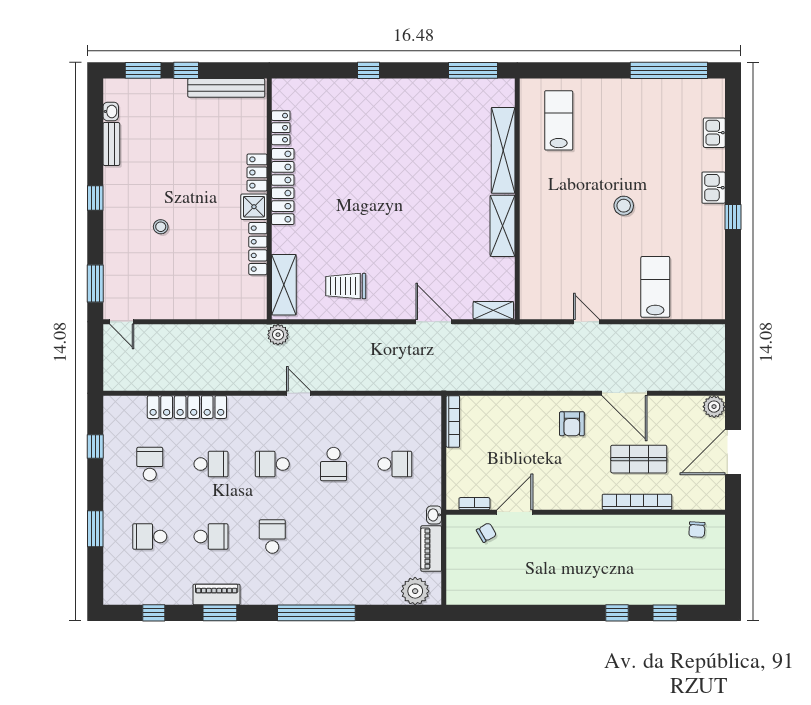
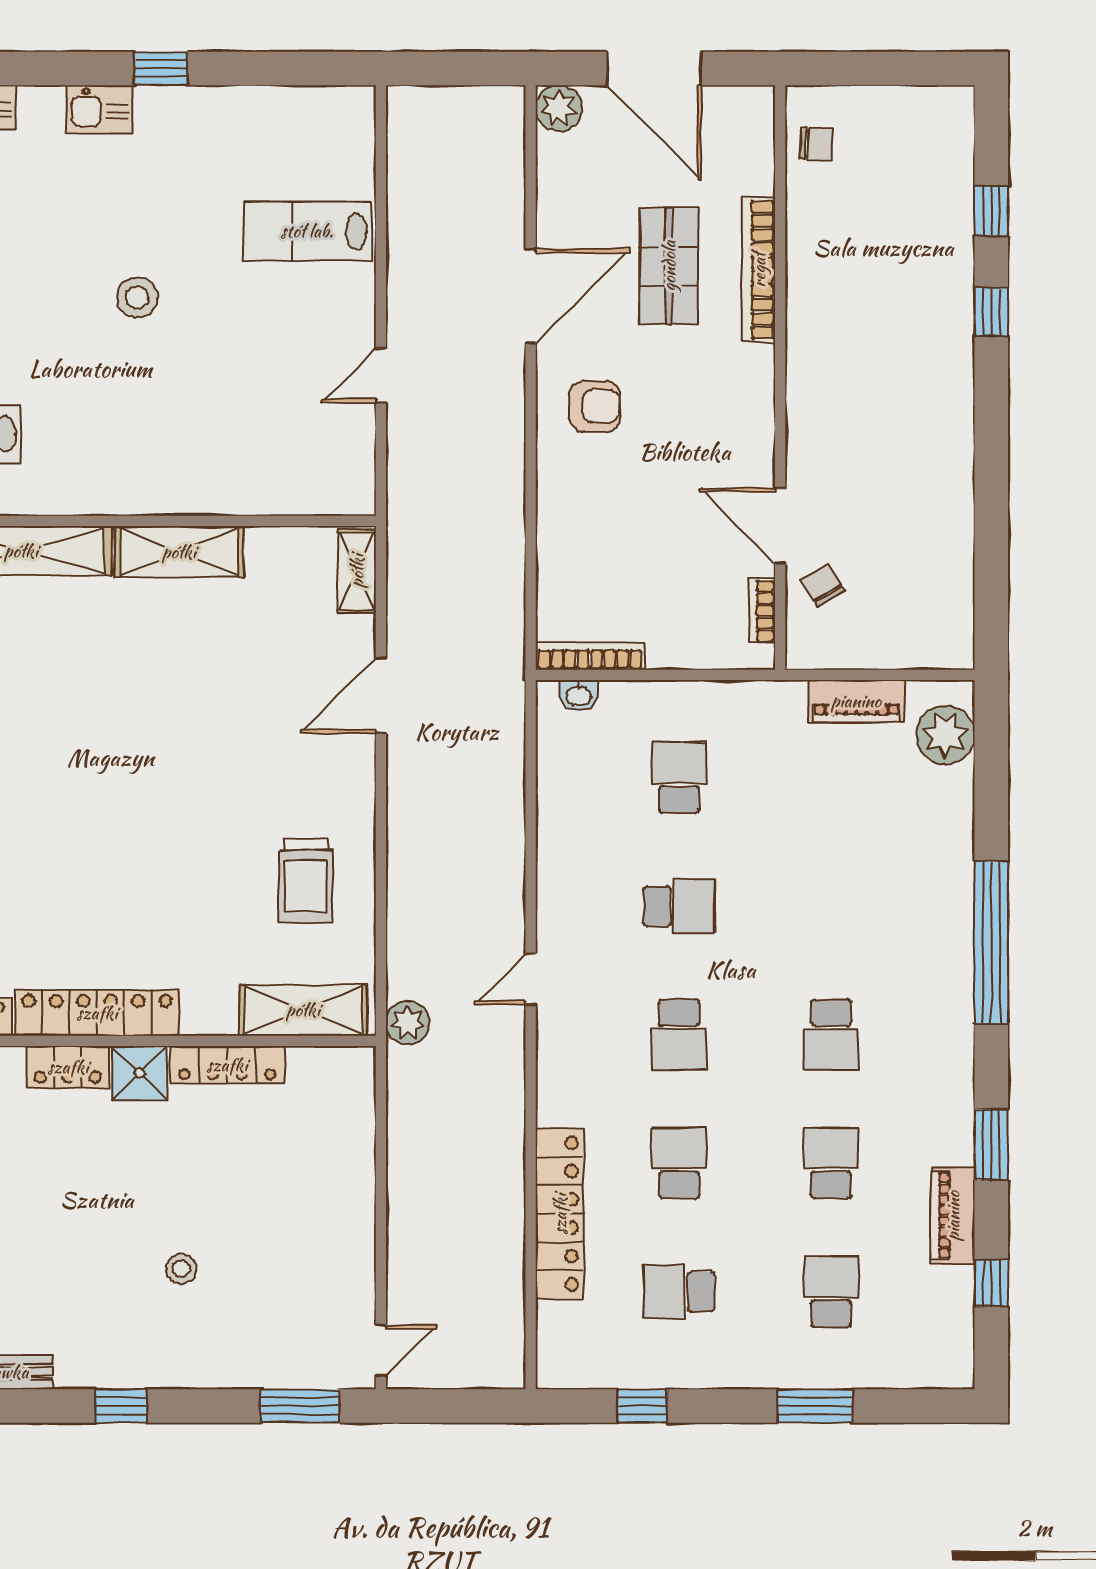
washbasin: (434, 515) -> (579, 695), moved
school desk: (150, 537) -> (831, 1292), turned 180
school desk: (272, 537) -> (831, 1035), turned -90
piano: (217, 595) -> (953, 1216), moved

